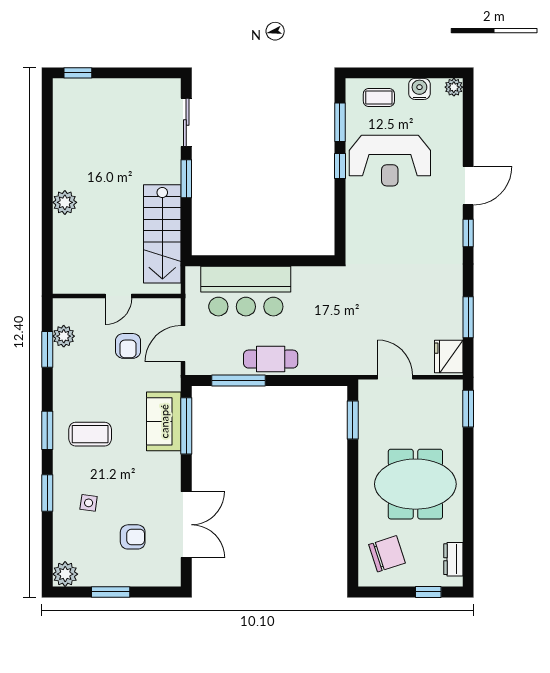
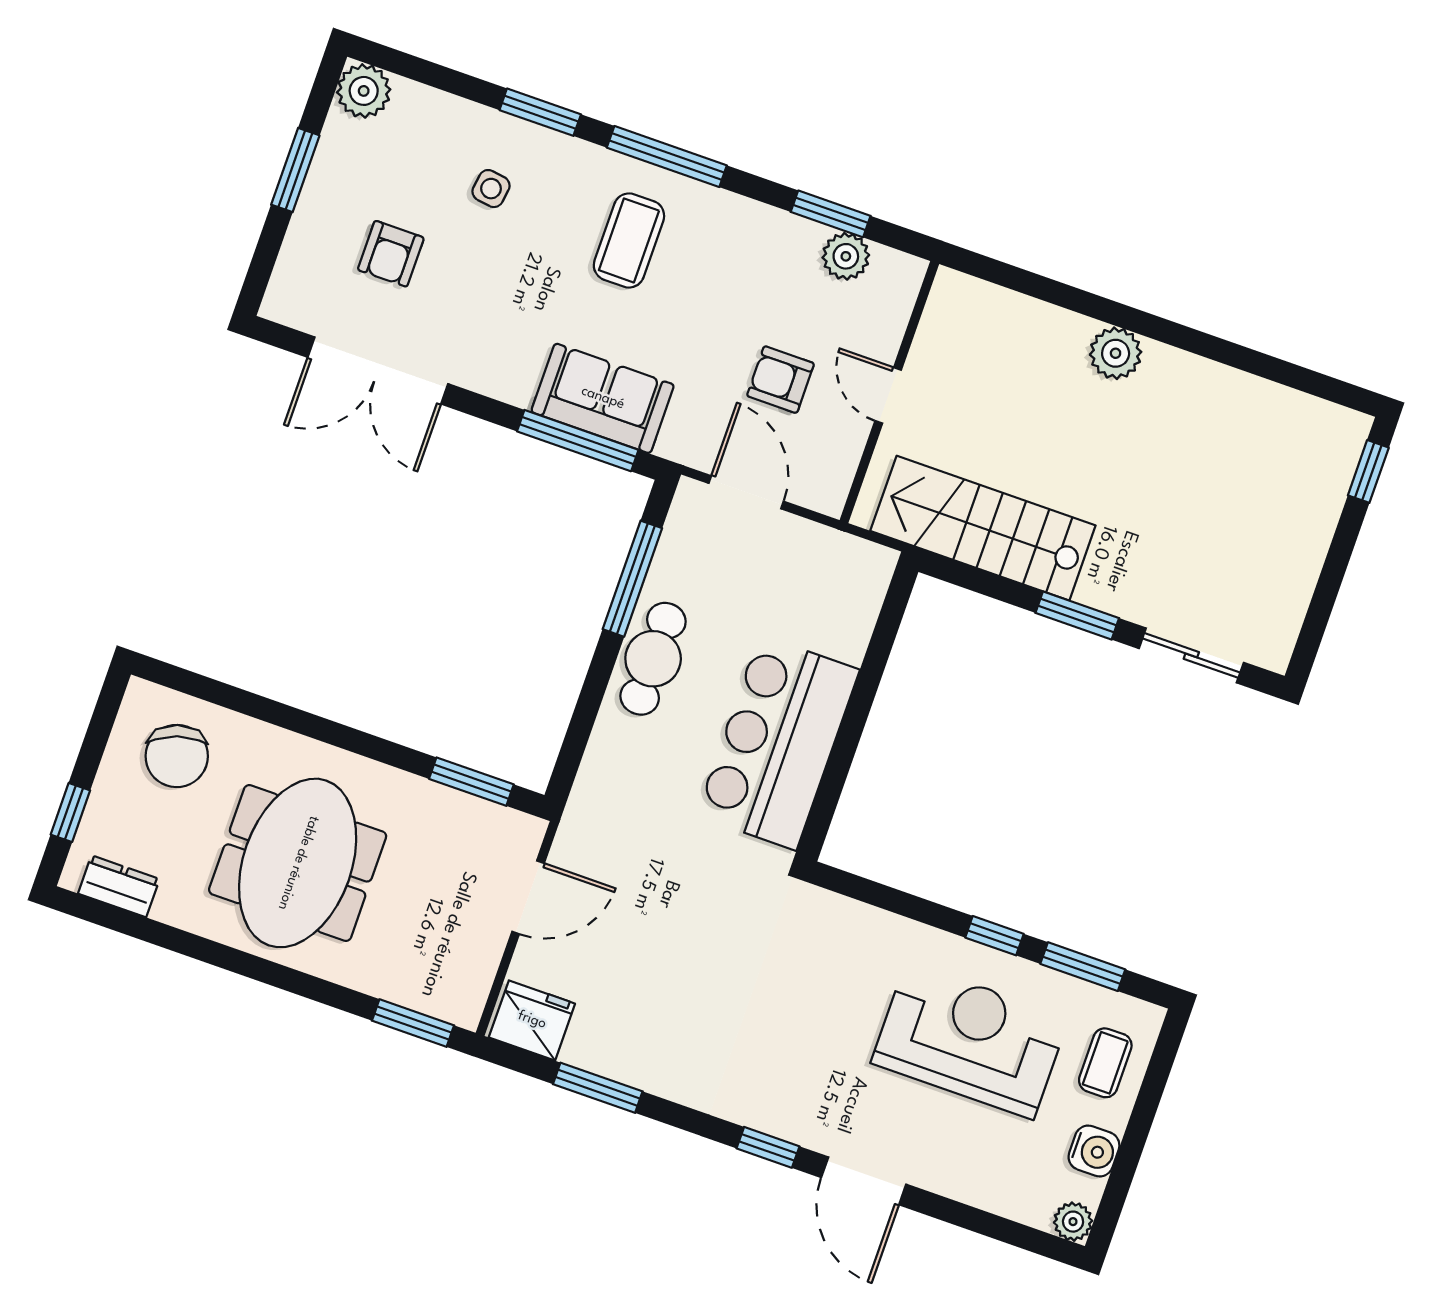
reception desk: (390, 161) -> (970, 1040), turned 90
bar counter: (246, 291) -> (778, 743), moved
window: (47, 430) -> (667, 157), width x1.44

